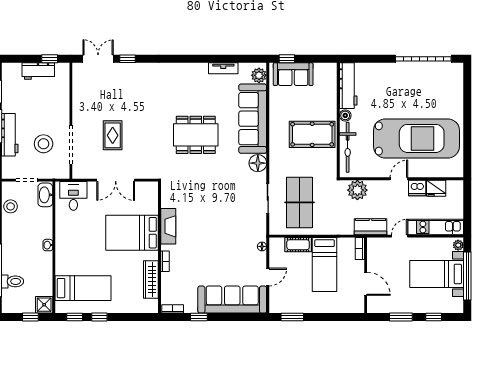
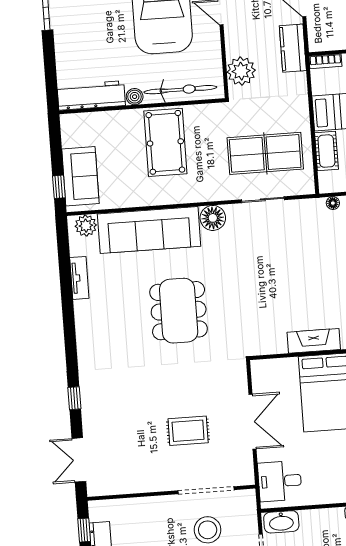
window: (127, 59) -> (74, 398), moved

